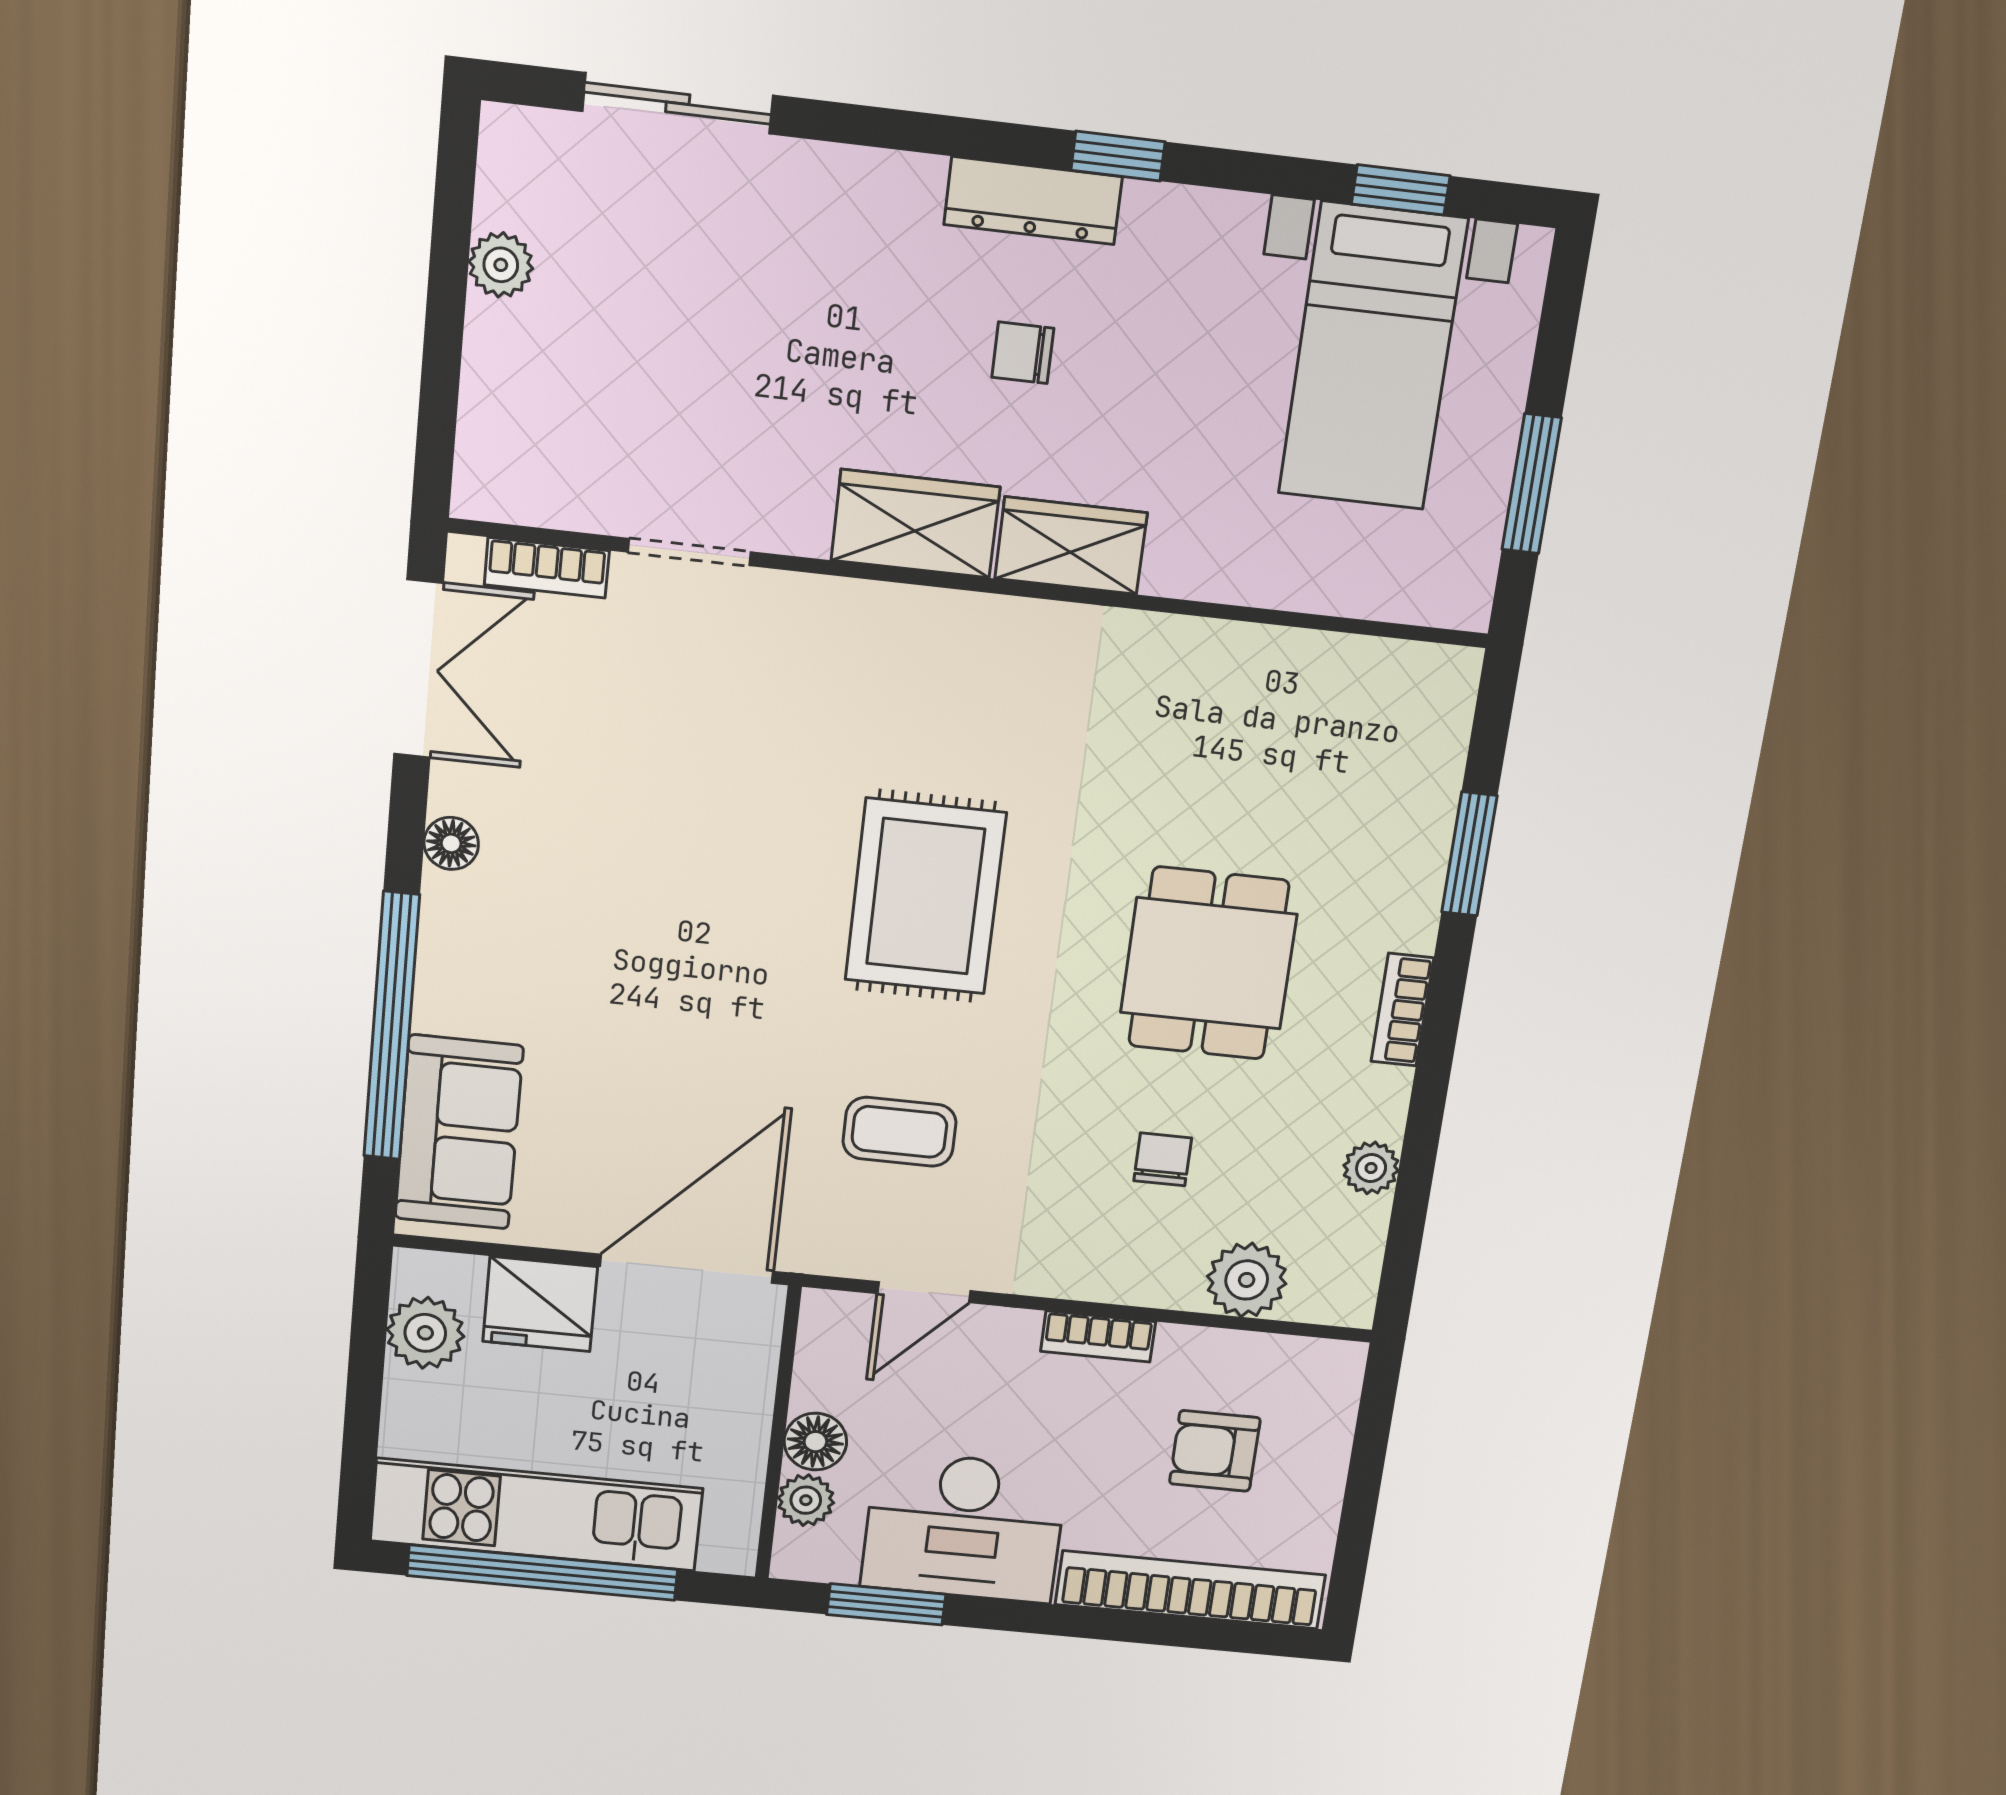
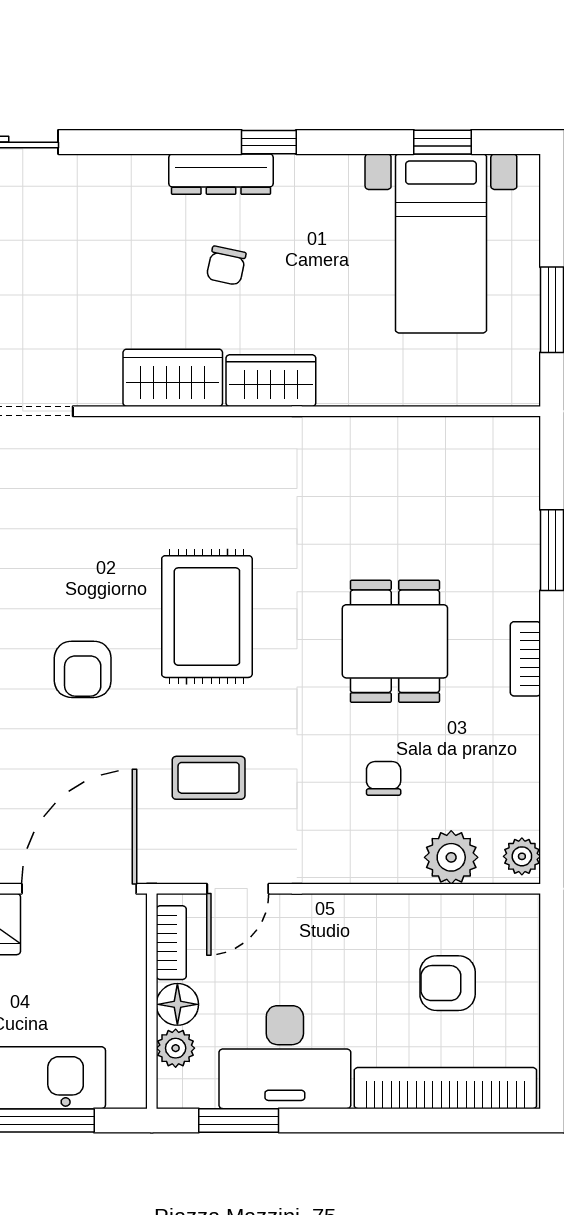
chair: (1023, 353) -> (226, 266), turned -78
armchair: (725, 955) -> (83, 669), added
plant: (1371, 1168) -> (522, 856), moved
bookcase: (1098, 1336) -> (171, 943), moved, turned -90

